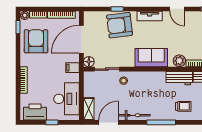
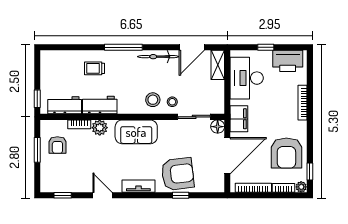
filing cabinet: (73, 68) -> (239, 119), width x2.00
stool: (139, 82) -> (153, 100), added

